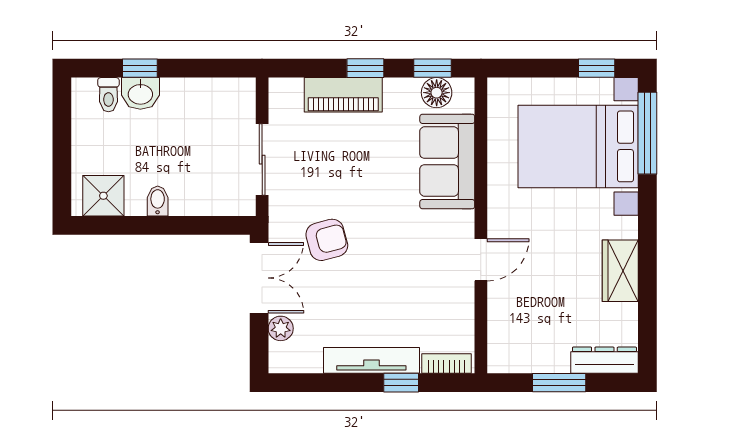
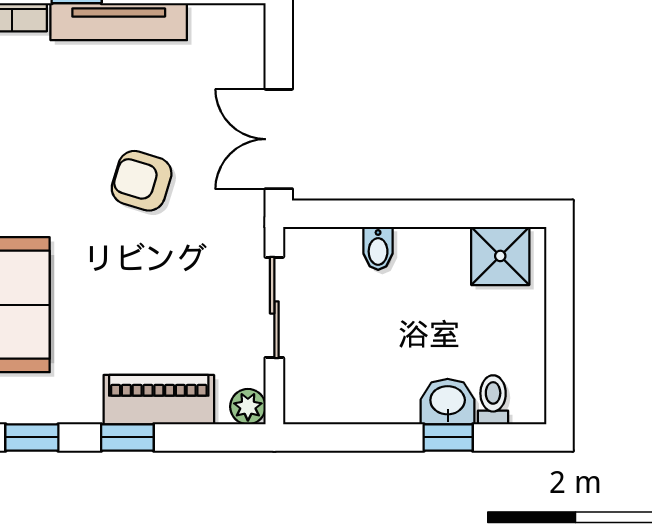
floor lamp: (437, 93) -> (26, 403), removed
bidet: (158, 201) -> (378, 248), moved
armchair: (327, 240) -> (142, 181), moved, turned 32
plant: (281, 328) -> (248, 407), moved

